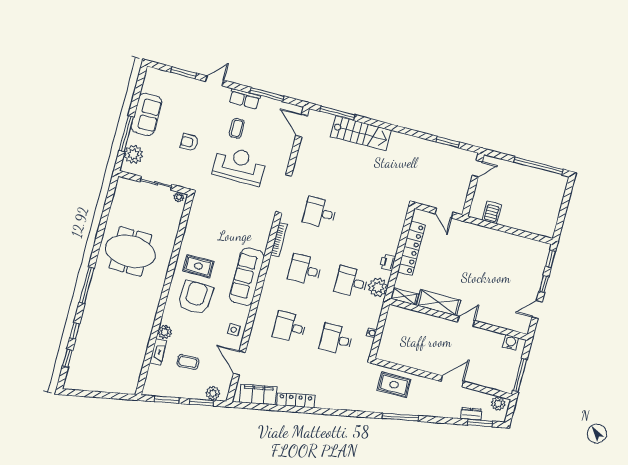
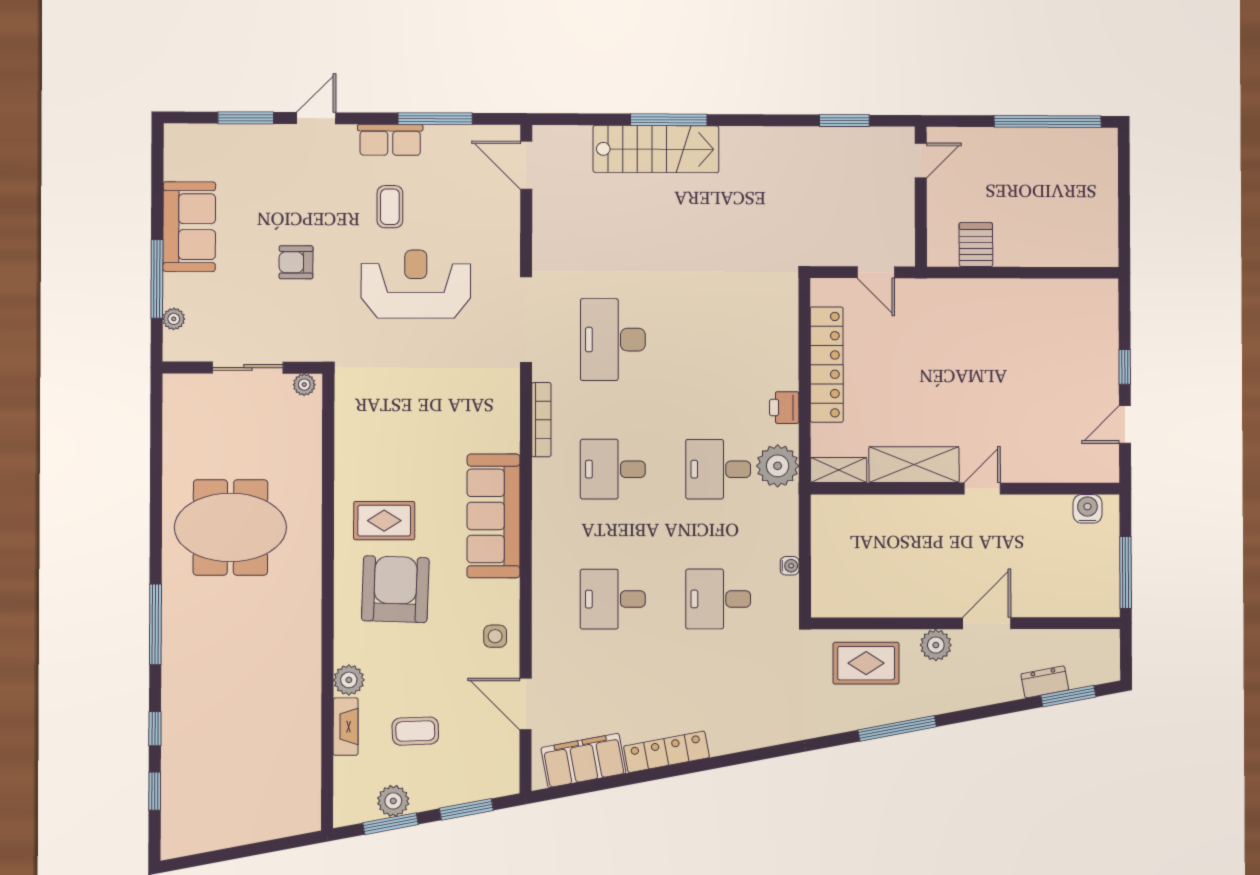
window: (337, 113) -> (669, 120), moved
plant: (133, 154) -> (174, 319), width x0.53, depth x0.53
desk: (320, 213) -> (613, 340), width x1.37
window: (550, 259) -> (1124, 310), removed
plant: (213, 393) -> (393, 801), moved
plant: (498, 404) -> (936, 645), moved

